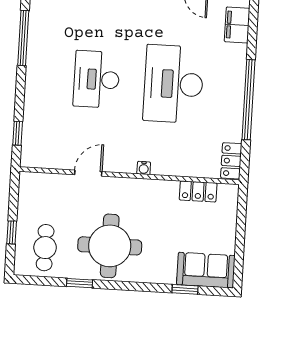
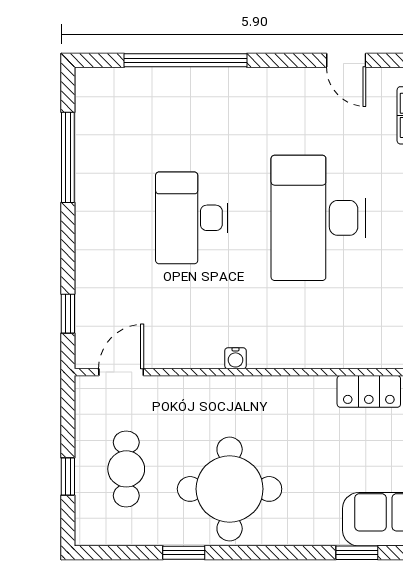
water cooler: (144, 168) -> (235, 358), moved
door: (88, 173) -> (121, 372), moved
cafe table: (45, 248) -> (126, 469), moved

